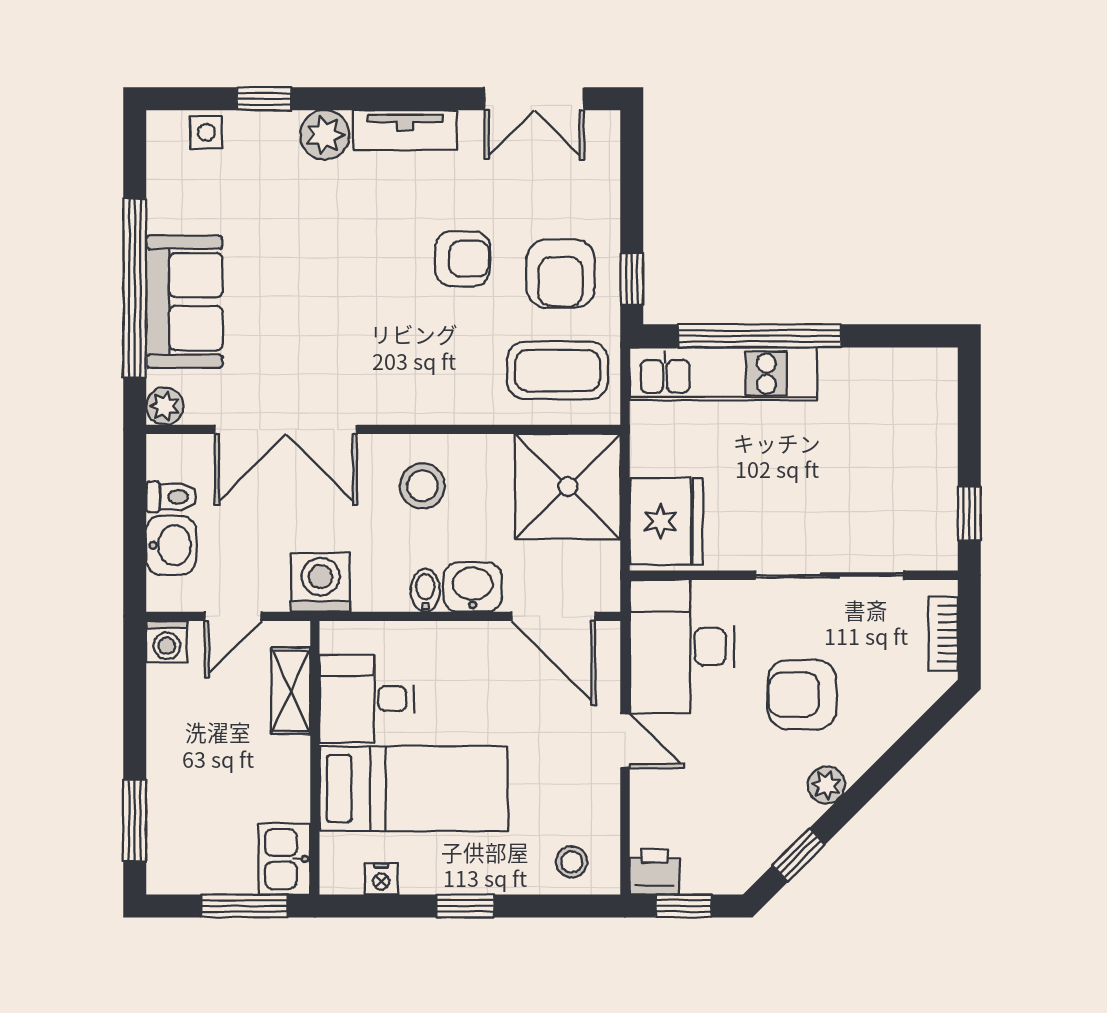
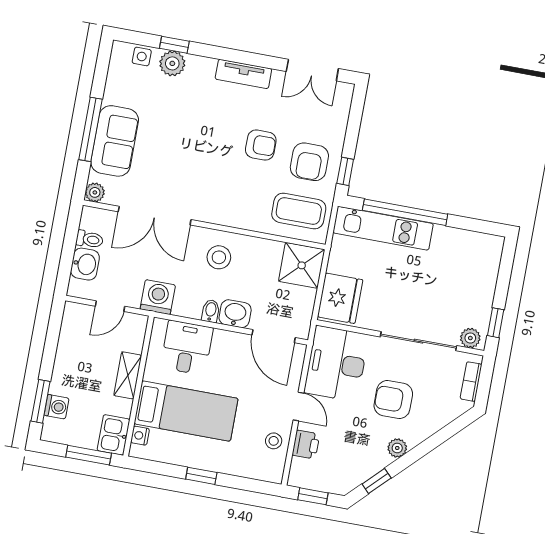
plant: (325, 135) -> (172, 63), moved
window: (135, 288) -> (91, 129), width x0.68
shower: (568, 487) -> (302, 265), width x0.73, depth x0.73
plant: (927, 551) -> (470, 338), added
washing machine: (167, 642) -> (57, 407), moved, turned -90
shelving: (291, 691) -> (128, 375), moved
desk: (367, 699) -> (187, 348), moved, turned 90
stool: (572, 862) -> (274, 441), moved
printer: (655, 872) -> (306, 445), moved, turned 90
nightstand: (381, 879) -> (140, 436), moved, turned 90

